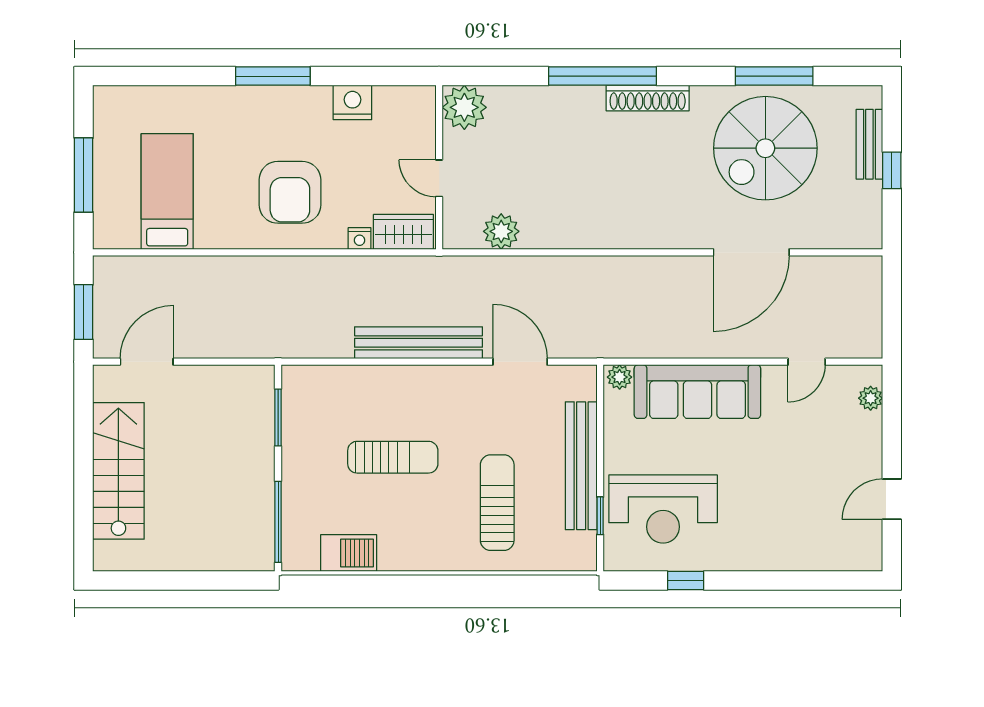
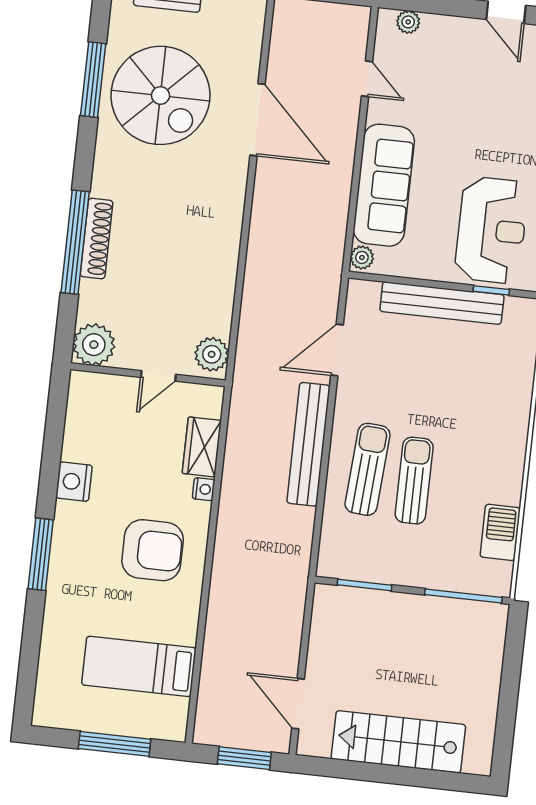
shoe rack: (648, 98) -> (97, 239), moved
plant: (464, 107) -> (94, 345), moved
wall: (439, 167) -> (148, 375), moved
door: (439, 178) -> (158, 376), moved
sun lounger: (497, 503) -> (367, 469), moved, turned 94

